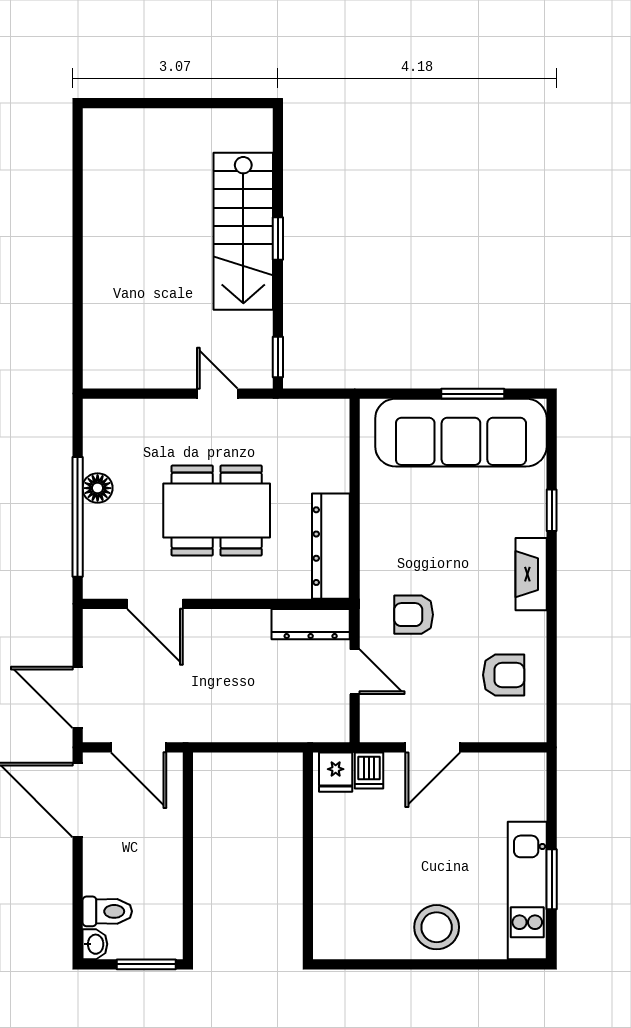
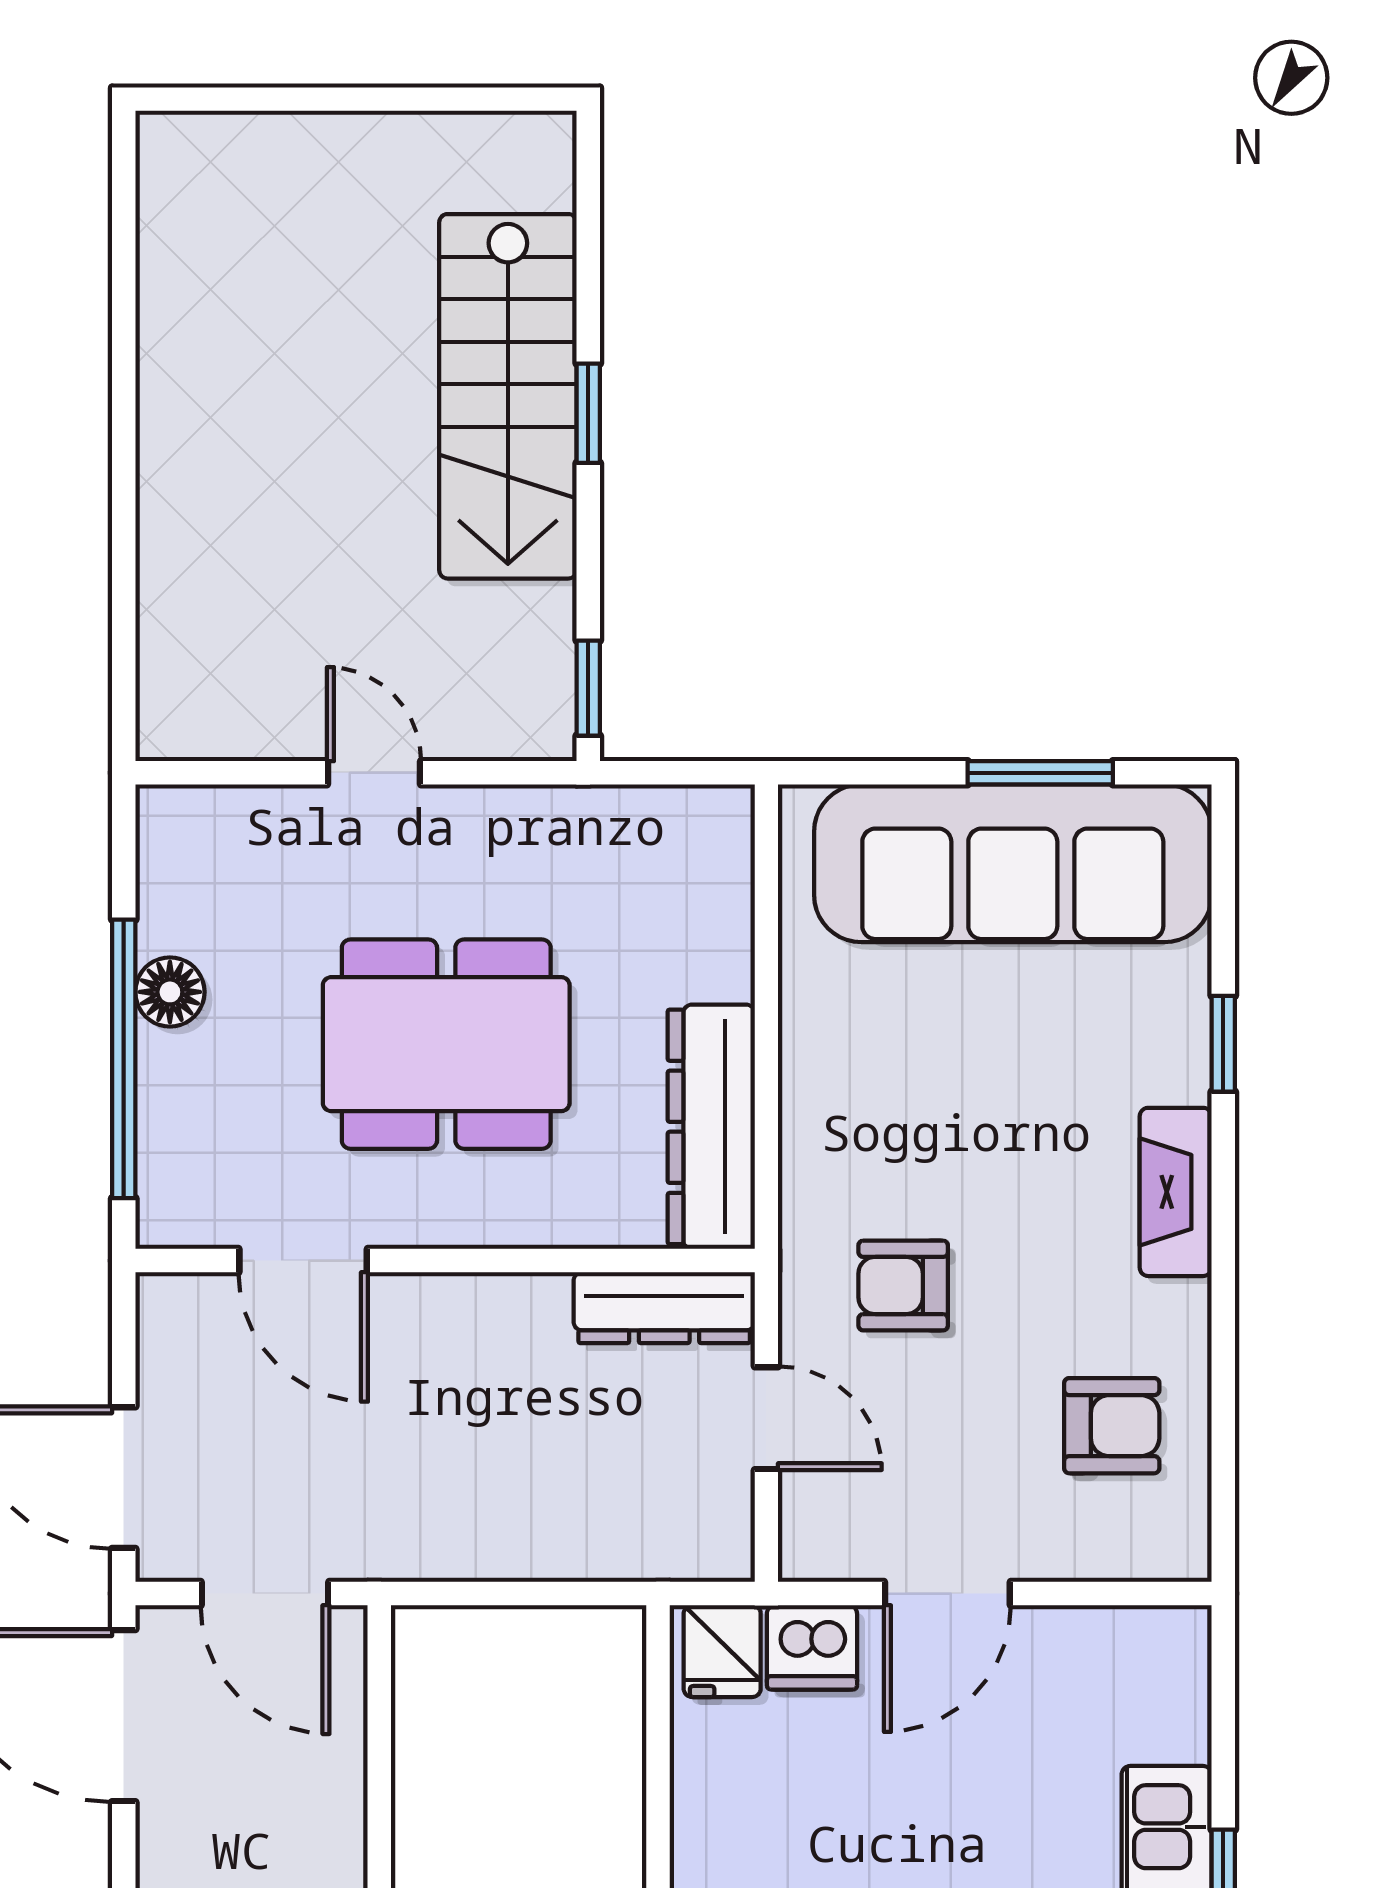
door: (217, 394) -> (374, 773), moved
dishwasher: (369, 771) -> (812, 1647), width x1.38

